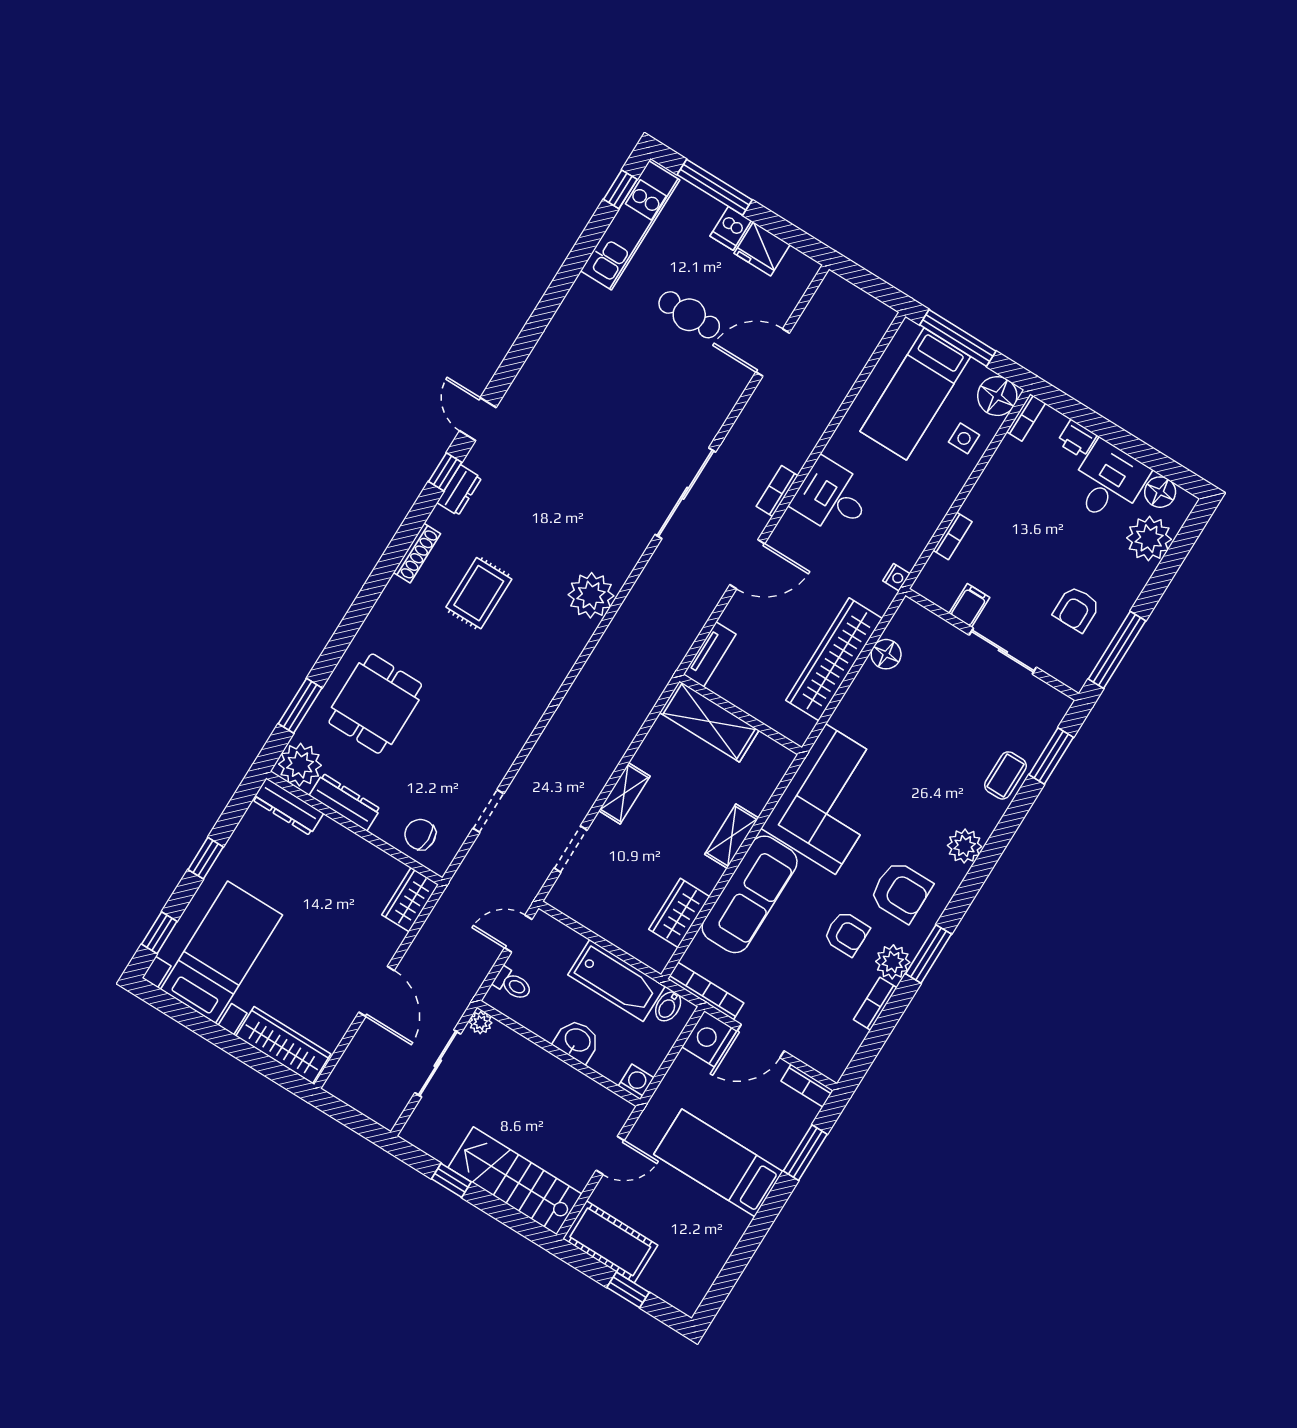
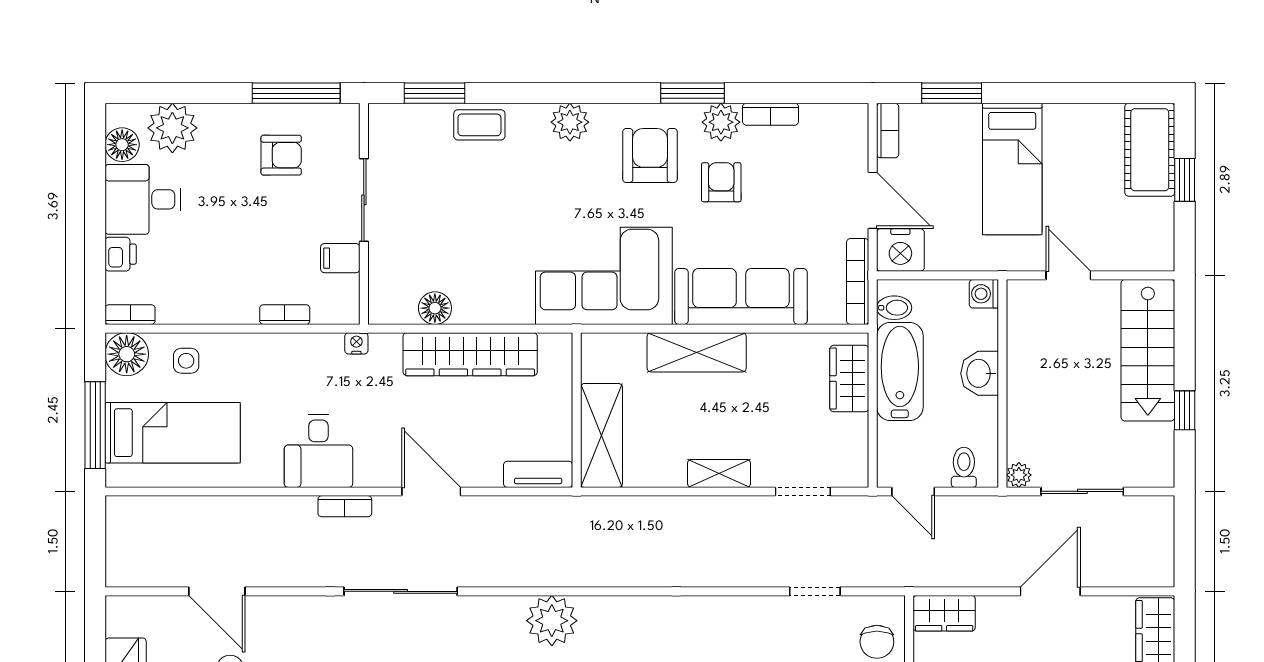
shelving: (732, 836) -> (697, 352), width x1.50, depth x1.33
wardrobe: (679, 913) -> (849, 379), moved, turned 90
cot: (610, 1242) -> (1150, 150), moved

